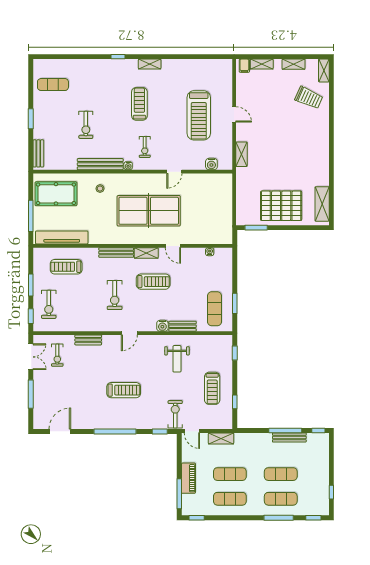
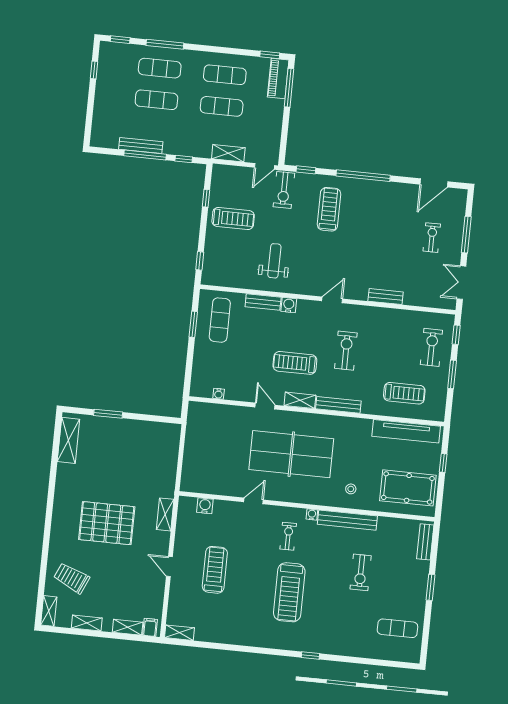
shelving: (150, 64) -> (180, 633), moved
treadmill: (139, 104) -> (289, 592), width x1.37, depth x1.38
treadmill: (199, 115) -> (215, 570), width x0.73, depth x0.73
exercise bike: (86, 125) -> (361, 572), turned 180
pallet: (281, 206) -> (107, 523), moved
window: (31, 216) -> (443, 463), width x0.46
window: (256, 228) -> (108, 414), moved
exercise bike: (57, 355) -> (432, 238), moved
treadmill: (212, 388) -> (233, 218), turned 90
treadmill: (124, 390) -> (329, 209), moved, turned 90
window: (318, 430) -> (184, 159), moved
door: (192, 431) -> (265, 166), swing flipped
piano: (188, 478) -> (278, 79), moved

